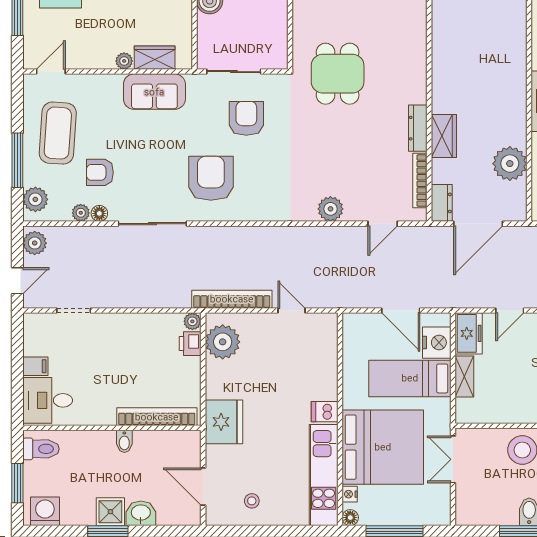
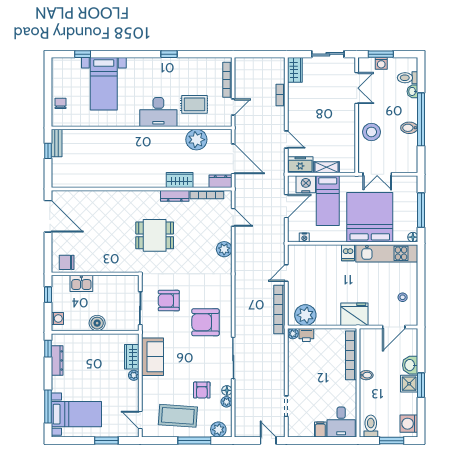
dining table: (338, 74) -> (155, 235), moved
plant: (35, 243) -> (245, 430), removed
nightstand: (350, 494) -> (304, 237), moved

